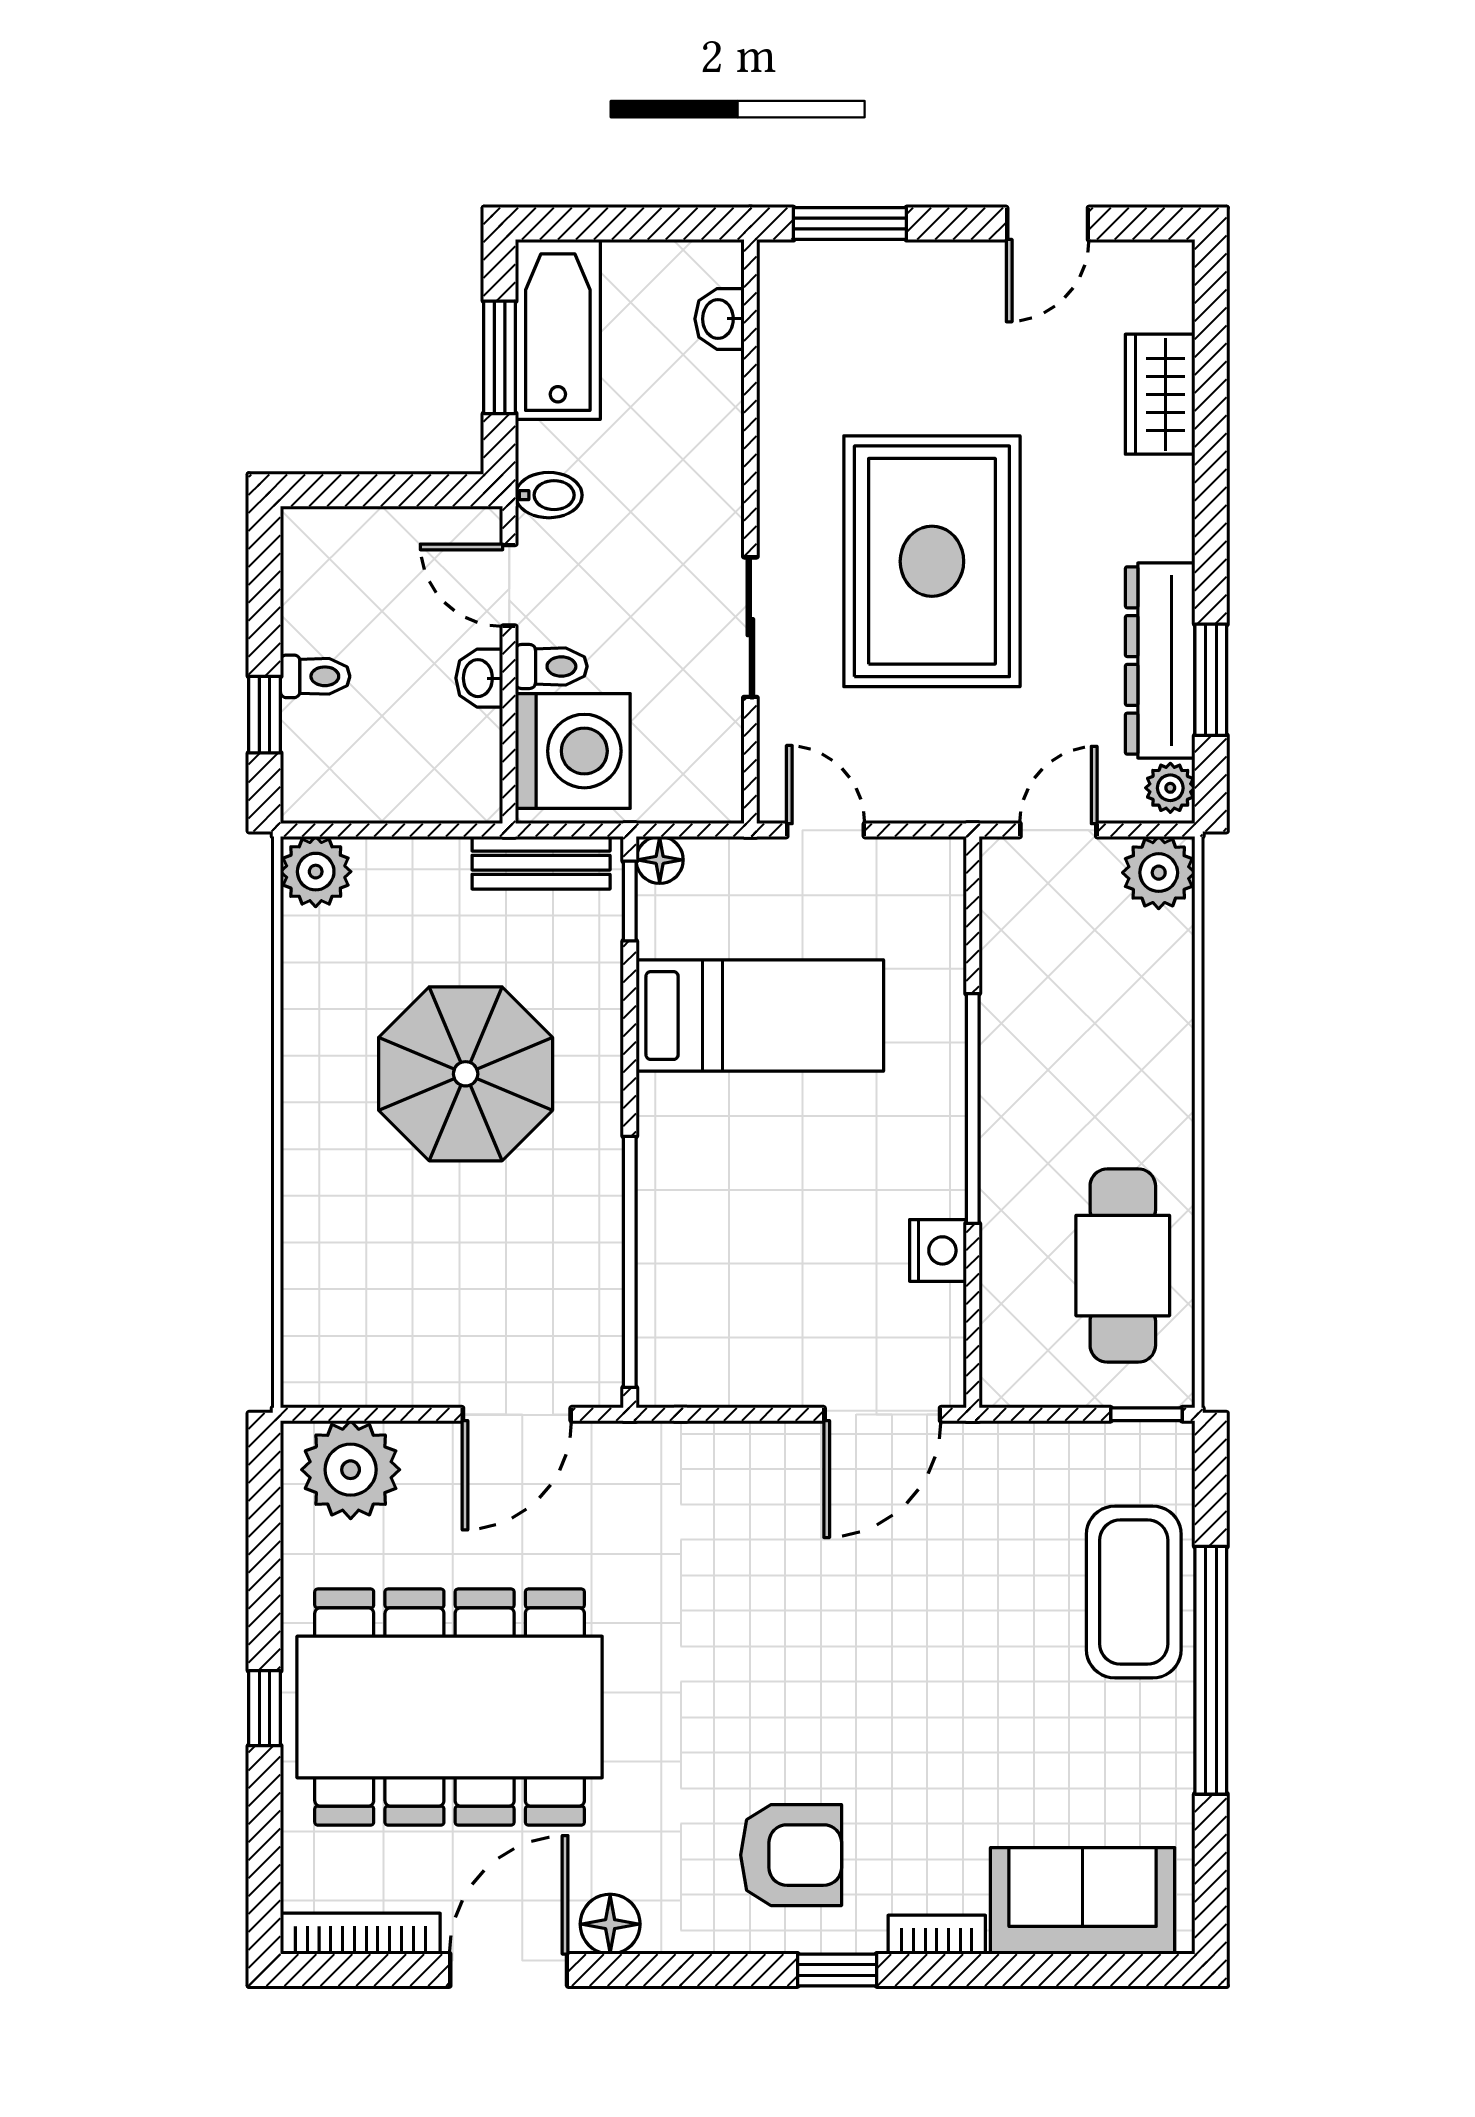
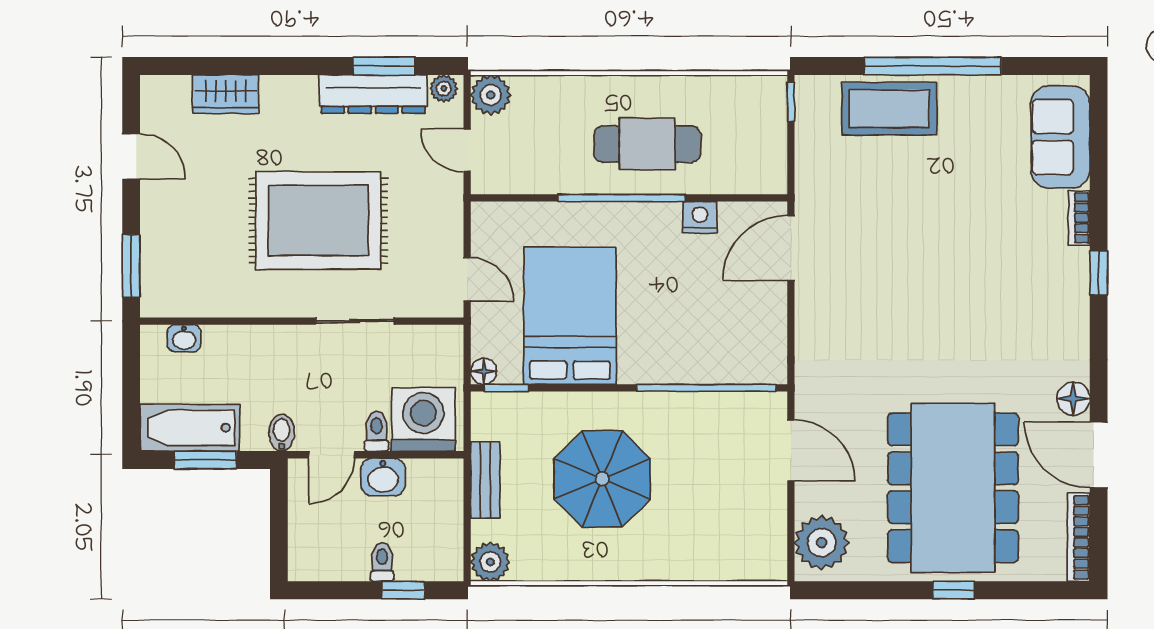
washbasin: (479, 678) -> (383, 477), width x1.38, depth x1.45
door: (826, 830) -> (467, 279), swing flipped
bench: (541, 863) -> (485, 480), moved
bed: (760, 1016) -> (570, 316), width x1.50
cafe table: (1123, 1266) -> (647, 144), moved
door: (882, 1414) -> (791, 248), swing flipped
armchair: (791, 1855) -> (1035, 299), removed

